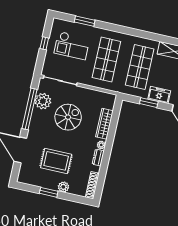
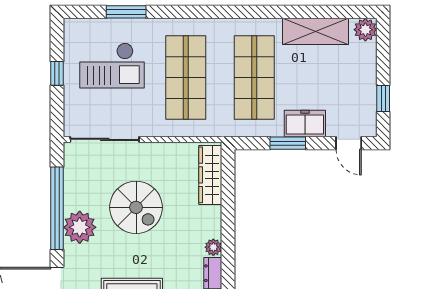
plant: (43, 101) -> (80, 227), moved
spiral stairs: (68, 117) -> (136, 207), turned 90
wardrobe: (104, 124) -> (210, 175), moved

